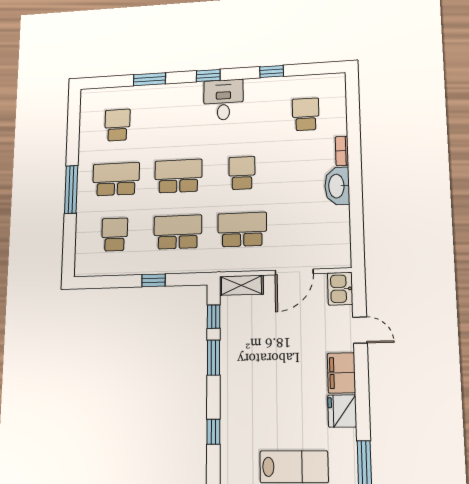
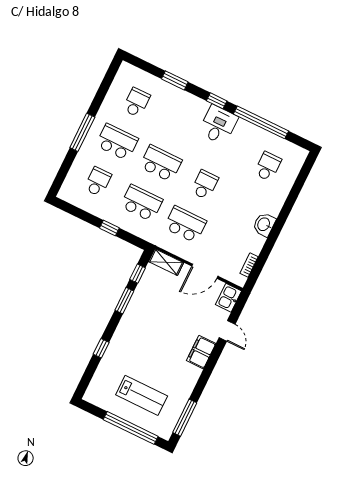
window: (272, 72) -> (261, 122), width x3.17
bookcase: (342, 151) -> (249, 265), moved
washbasin: (337, 186) -> (264, 224), width x0.72
fridge: (342, 411) -> (189, 376), removed

